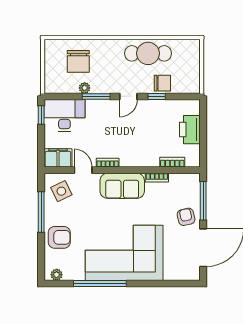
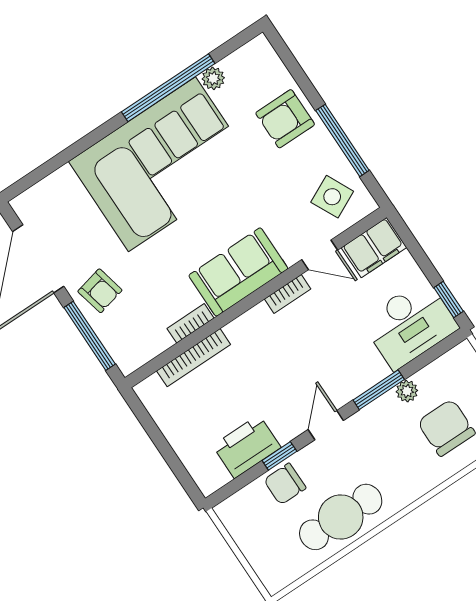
printer: (190, 130) -> (247, 447), moved, turned -90
bookcase: (172, 162) -> (194, 358), width x1.56
plant: (57, 275) -> (213, 78), moved

